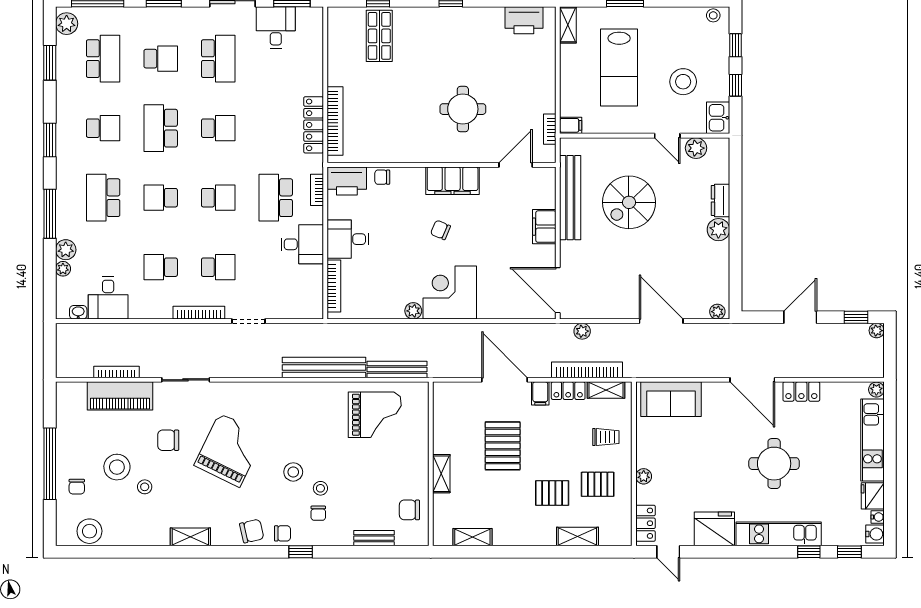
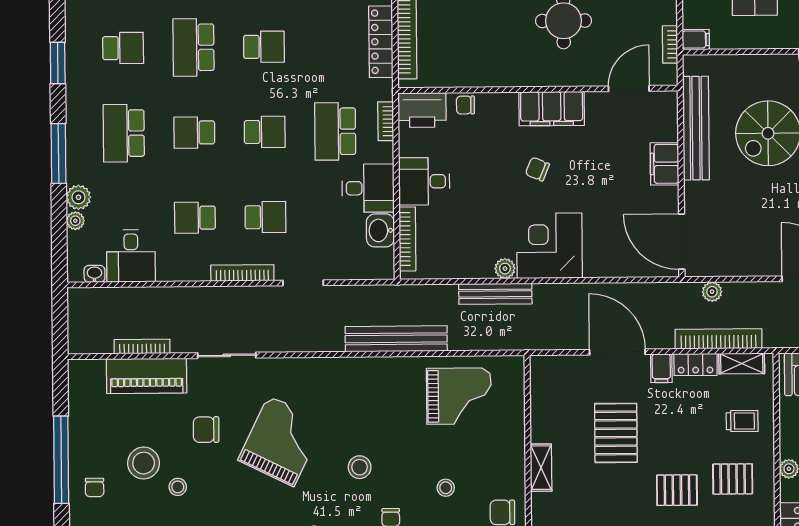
washbasin: (312, 279) -> (380, 230), added
bench: (397, 369) -> (495, 294), moved
stool: (320, 488) -> (446, 488), moved

